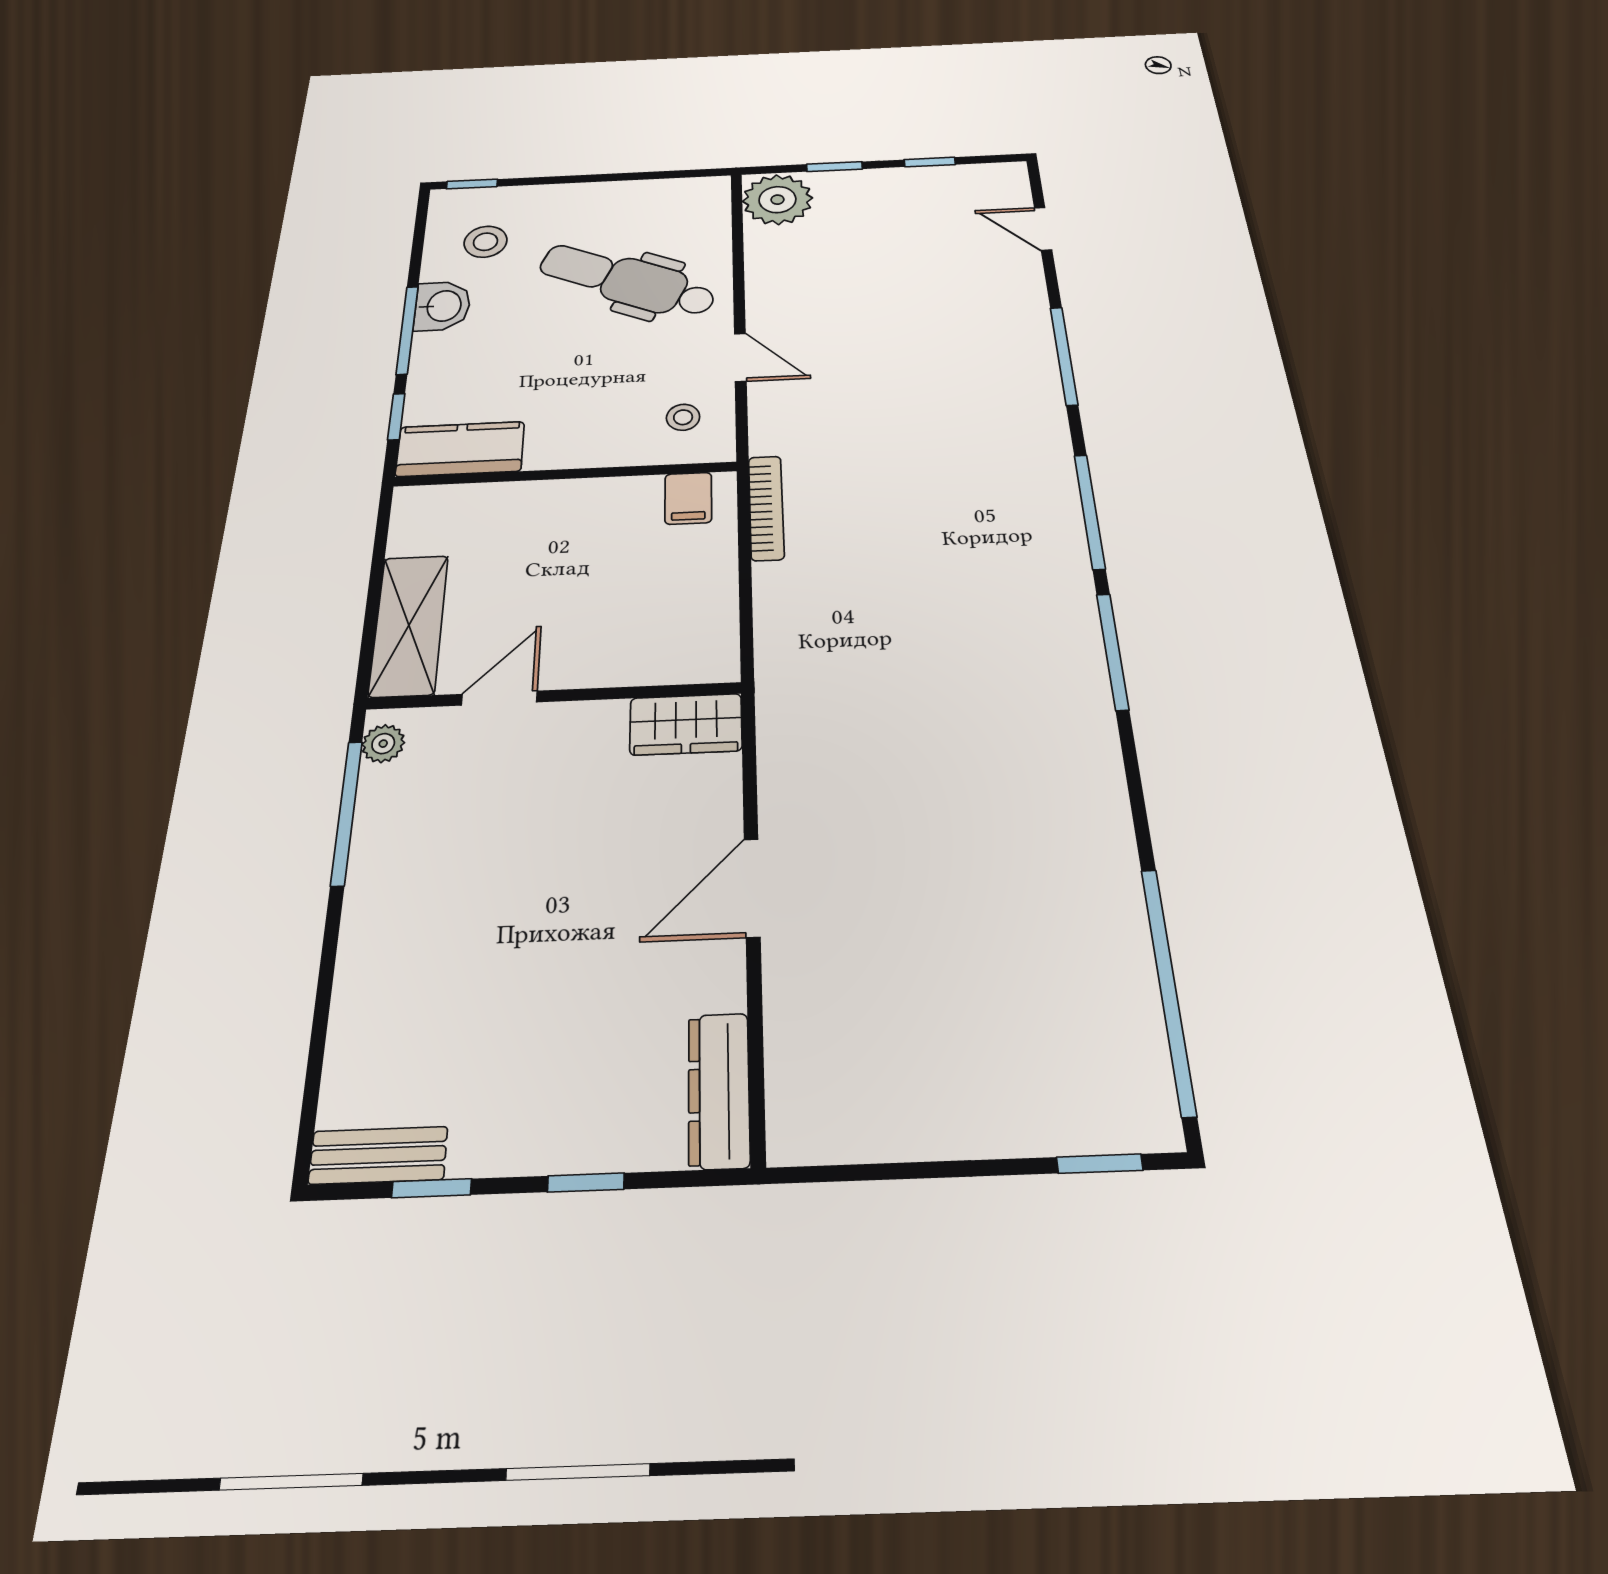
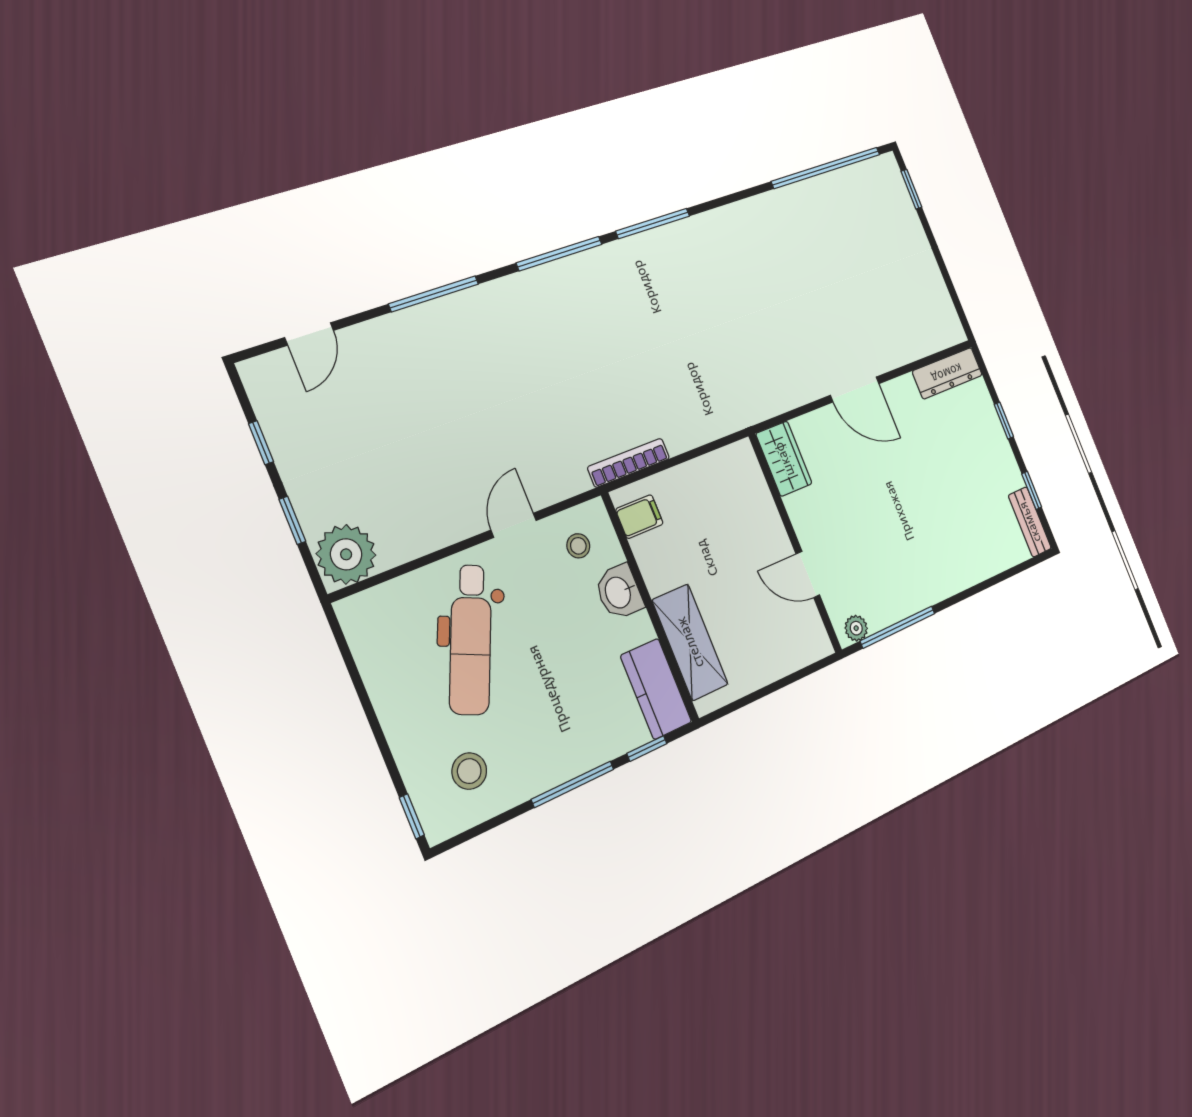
washbasin: (443, 306) -> (619, 592), moved, turned -90
shelving: (409, 625) -> (690, 642), moved, turned 90

